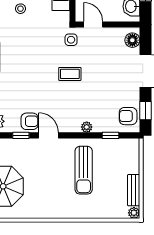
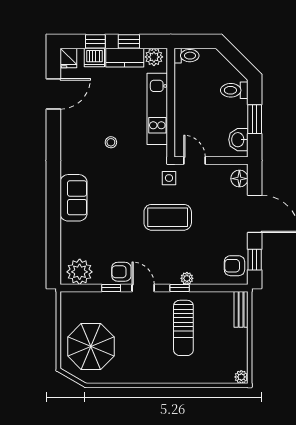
coffee table: (70, 74) -> (168, 217), width x1.86, depth x1.72
armchair: (30, 121) -> (121, 272), turned 180
window: (110, 135) -> (180, 288), moved
bench: (134, 190) -> (241, 309), moved

